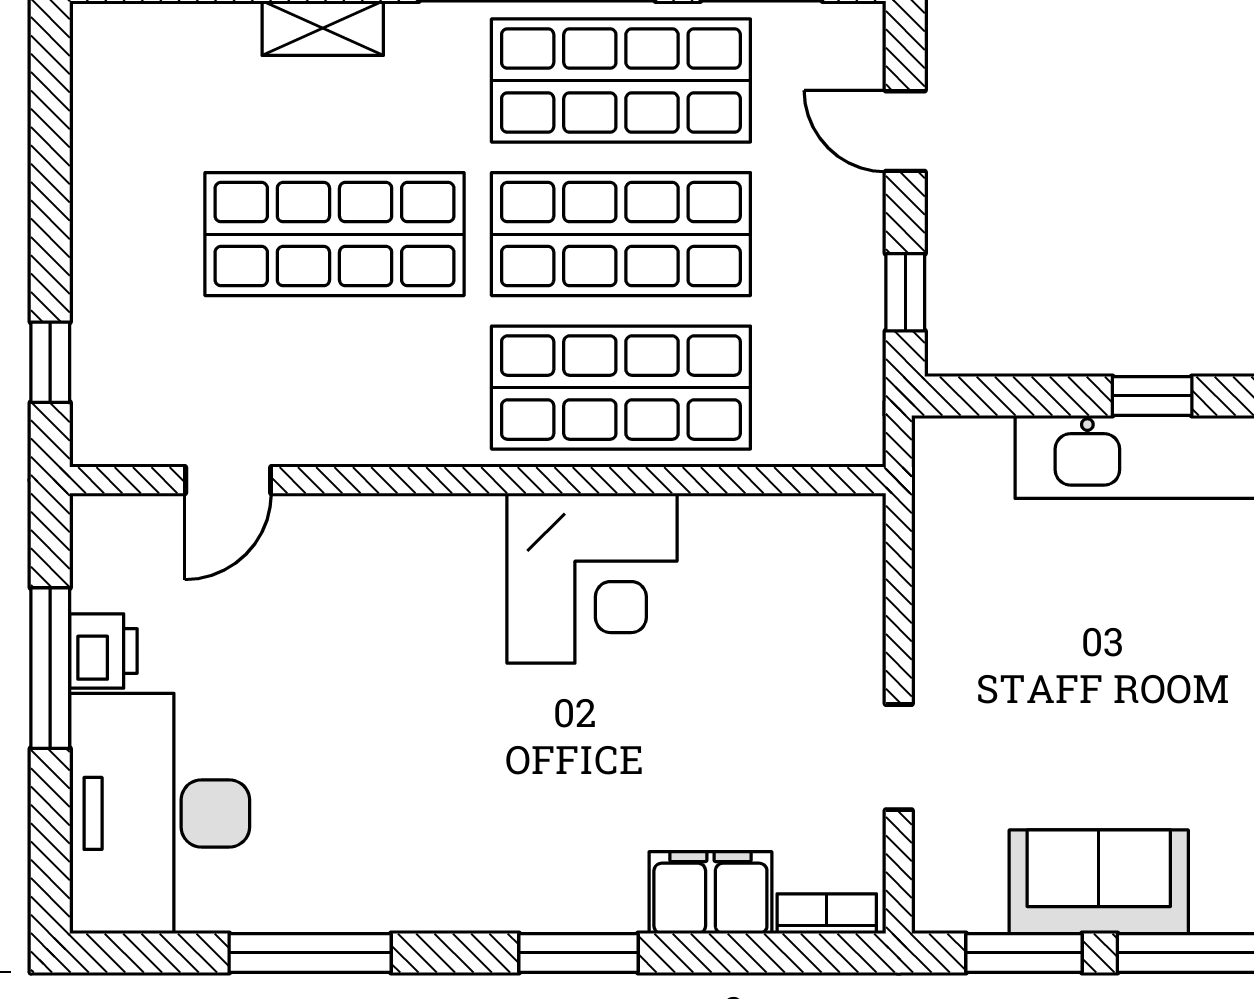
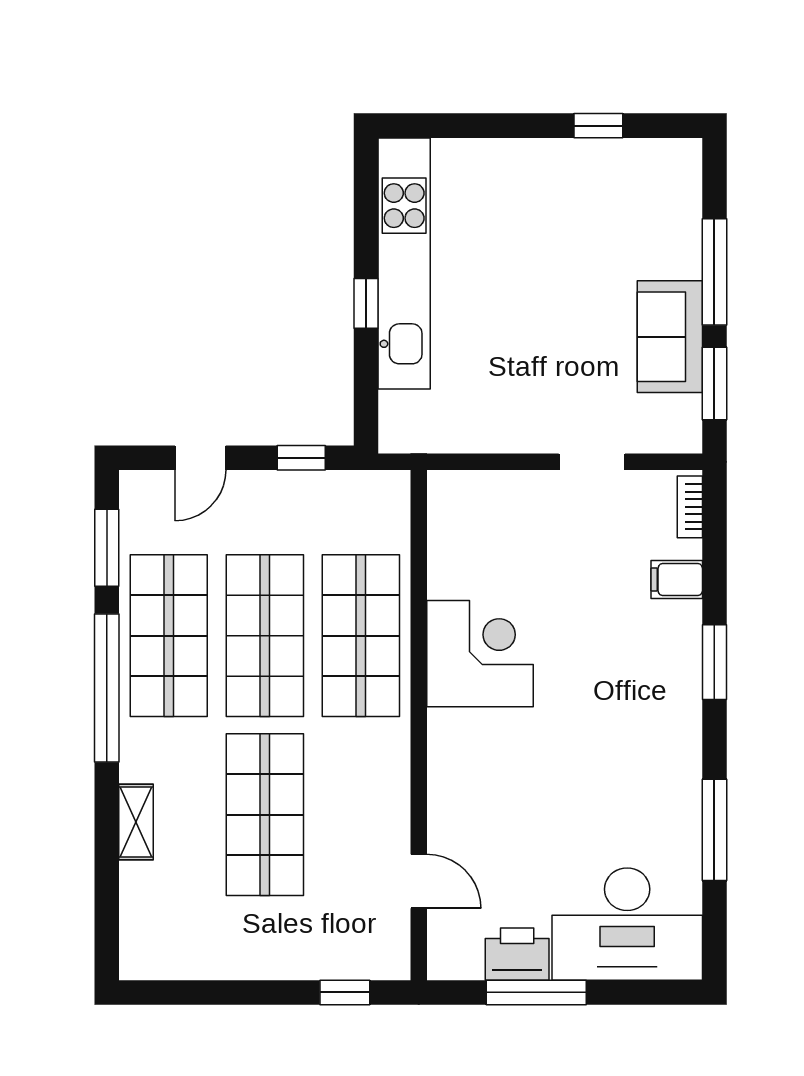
printer: (103, 651) -> (517, 954), width x1.36, depth x1.24
filing cabinet: (710, 893) -> (677, 580), width x0.50

